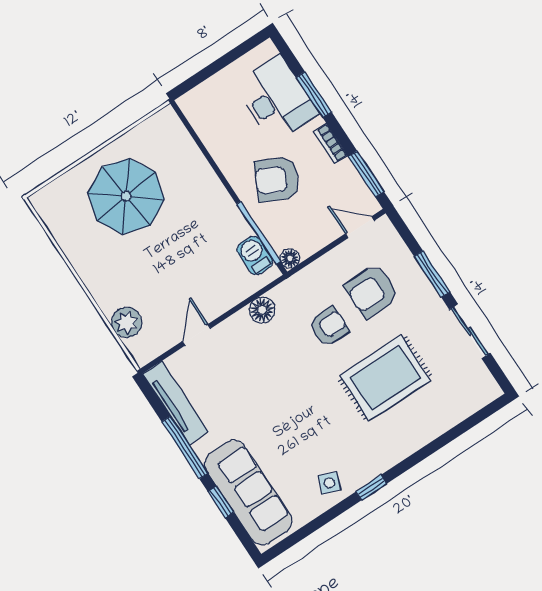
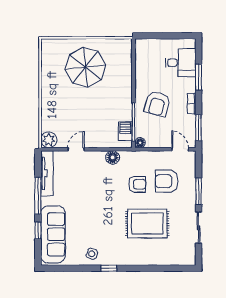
desk: (276, 99) -> (181, 63), width x0.73
armchair: (277, 179) -> (157, 104), turned -100
plant: (127, 323) -> (49, 140), moved

